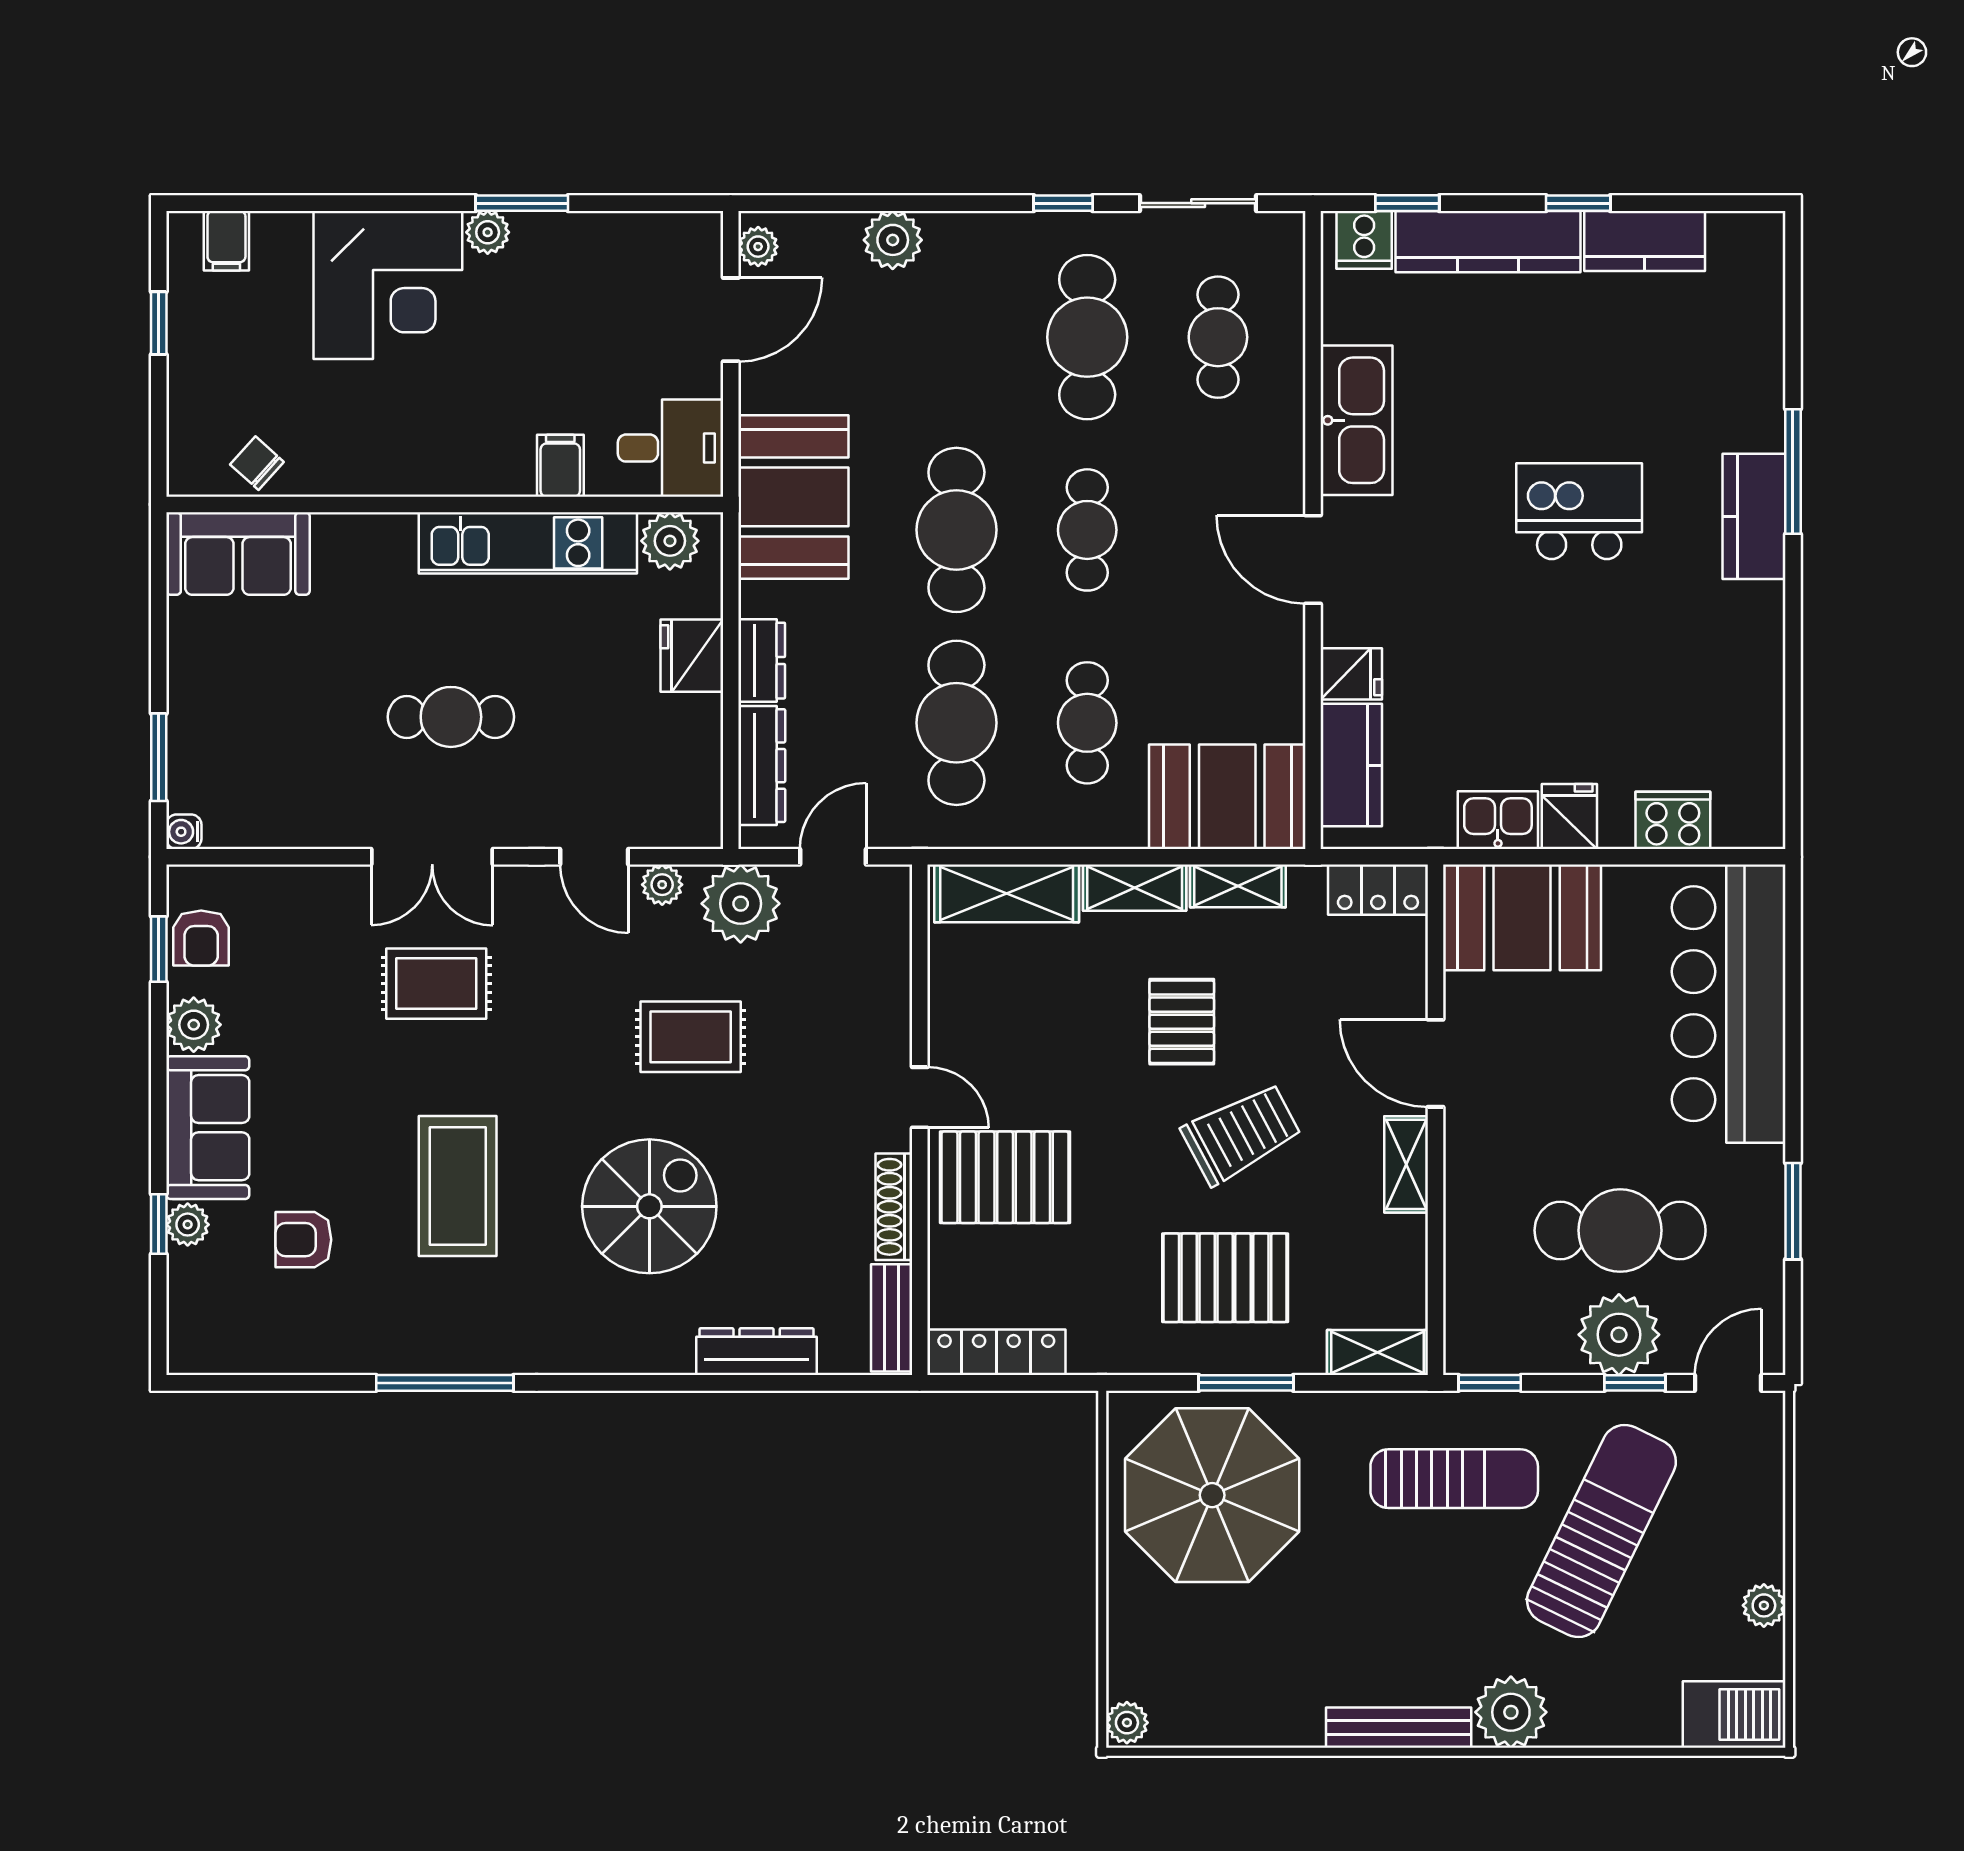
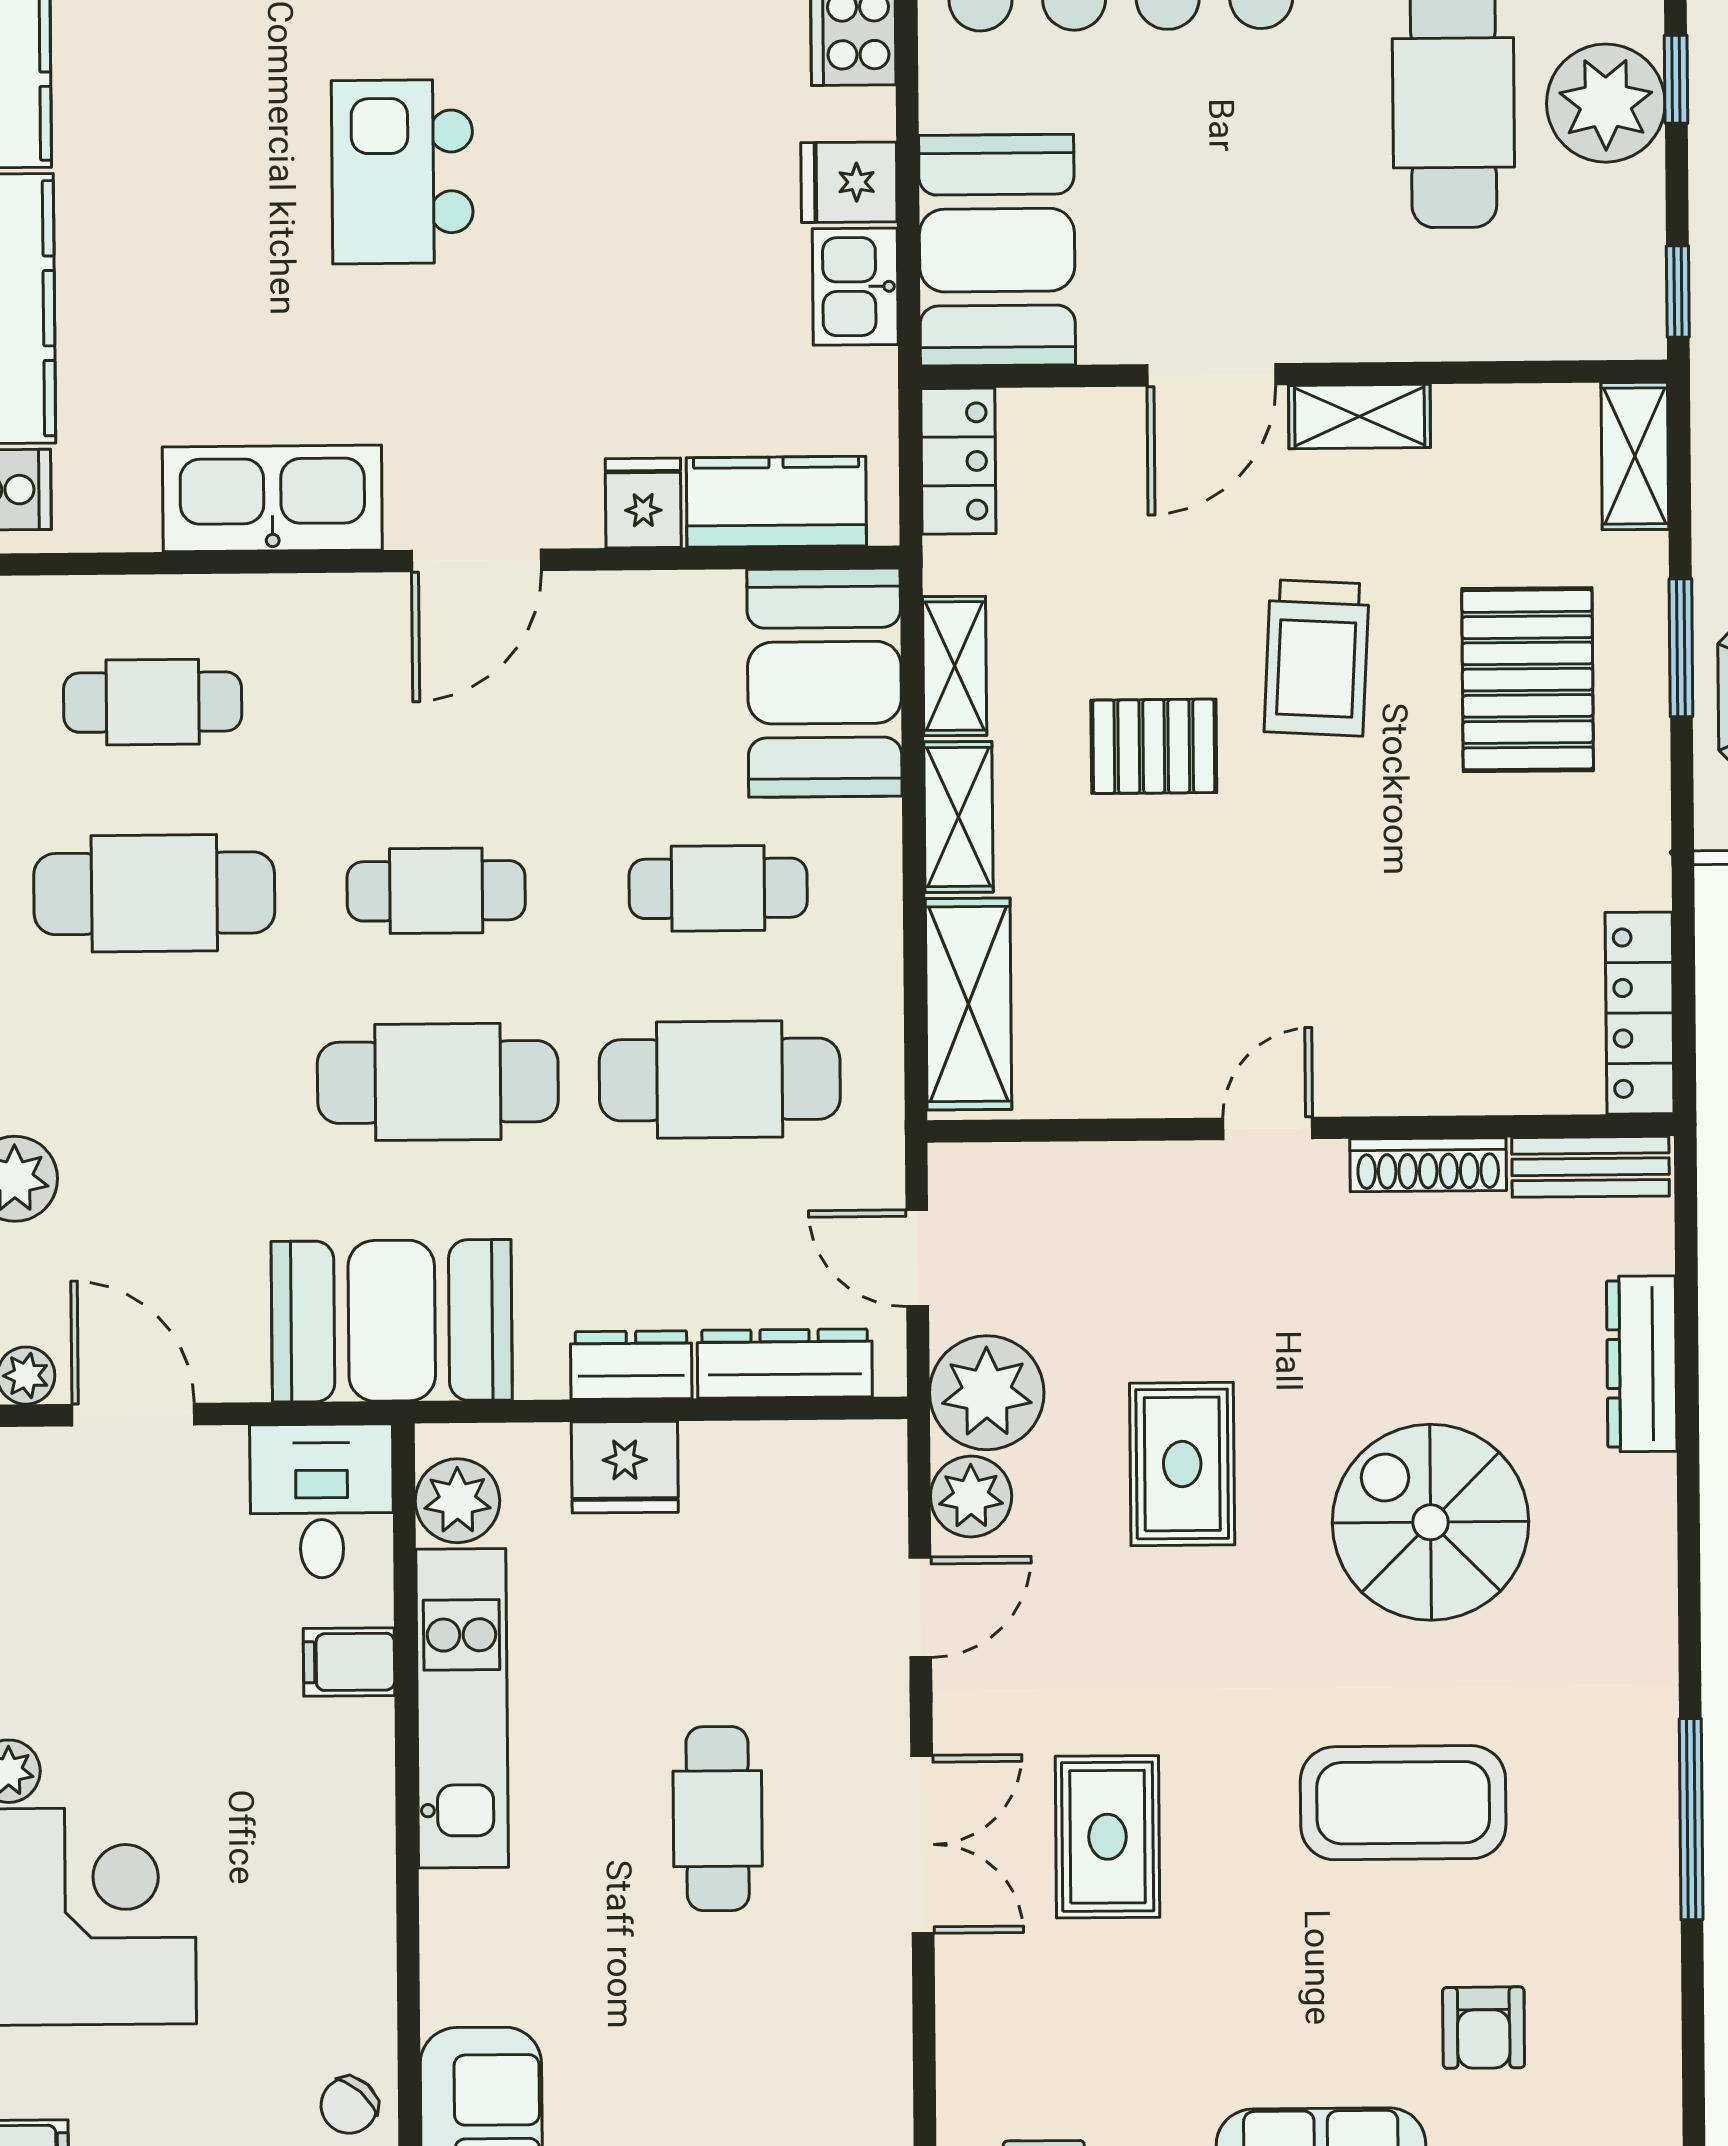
plant: (662, 885) -> (971, 1497), width x1.38, depth x1.38
trolley: (1241, 1134) -> (1317, 658), turned -149
pallet: (1005, 1177) -> (1384, 1003), removed

